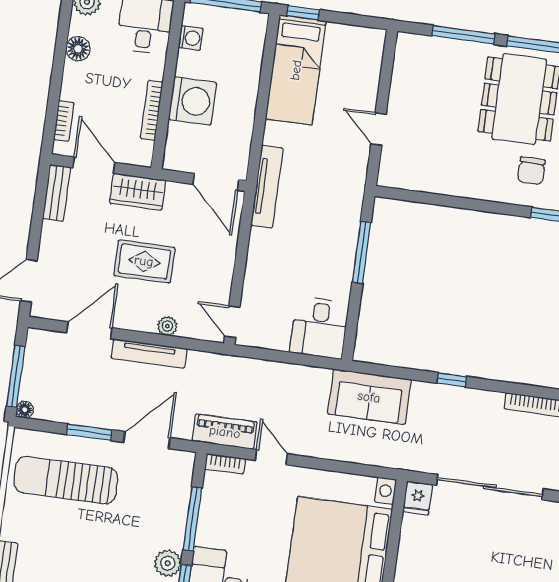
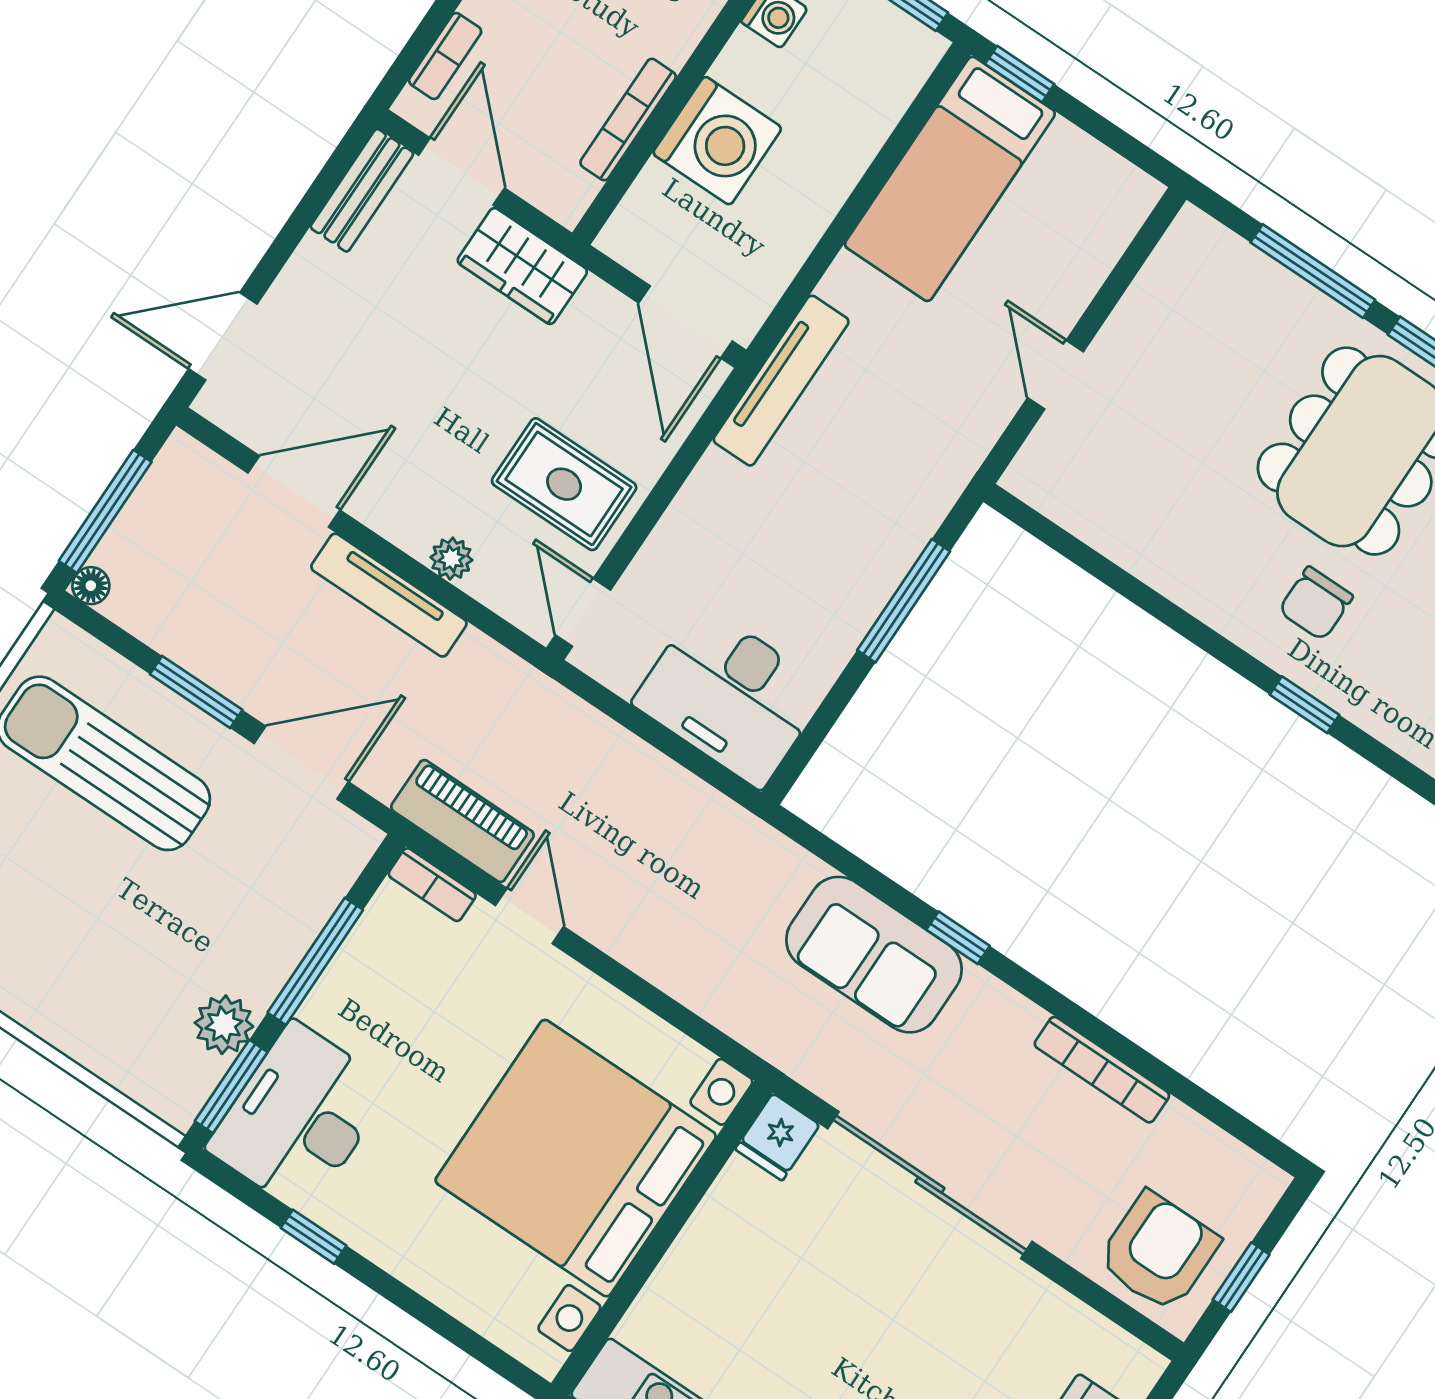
rug: (144, 261) -> (564, 484), moved
desk: (319, 328) -> (730, 696), width x1.37
sofa: (369, 397) -> (874, 955), moved

